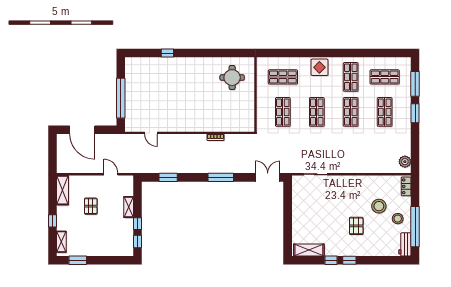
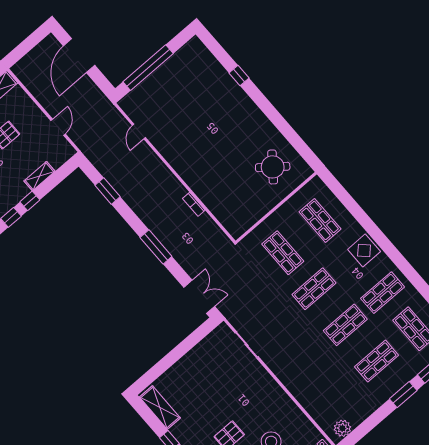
round table: (232, 78) -> (273, 167), turned 38
shop shelf: (283, 112) -> (283, 253), turned 90

